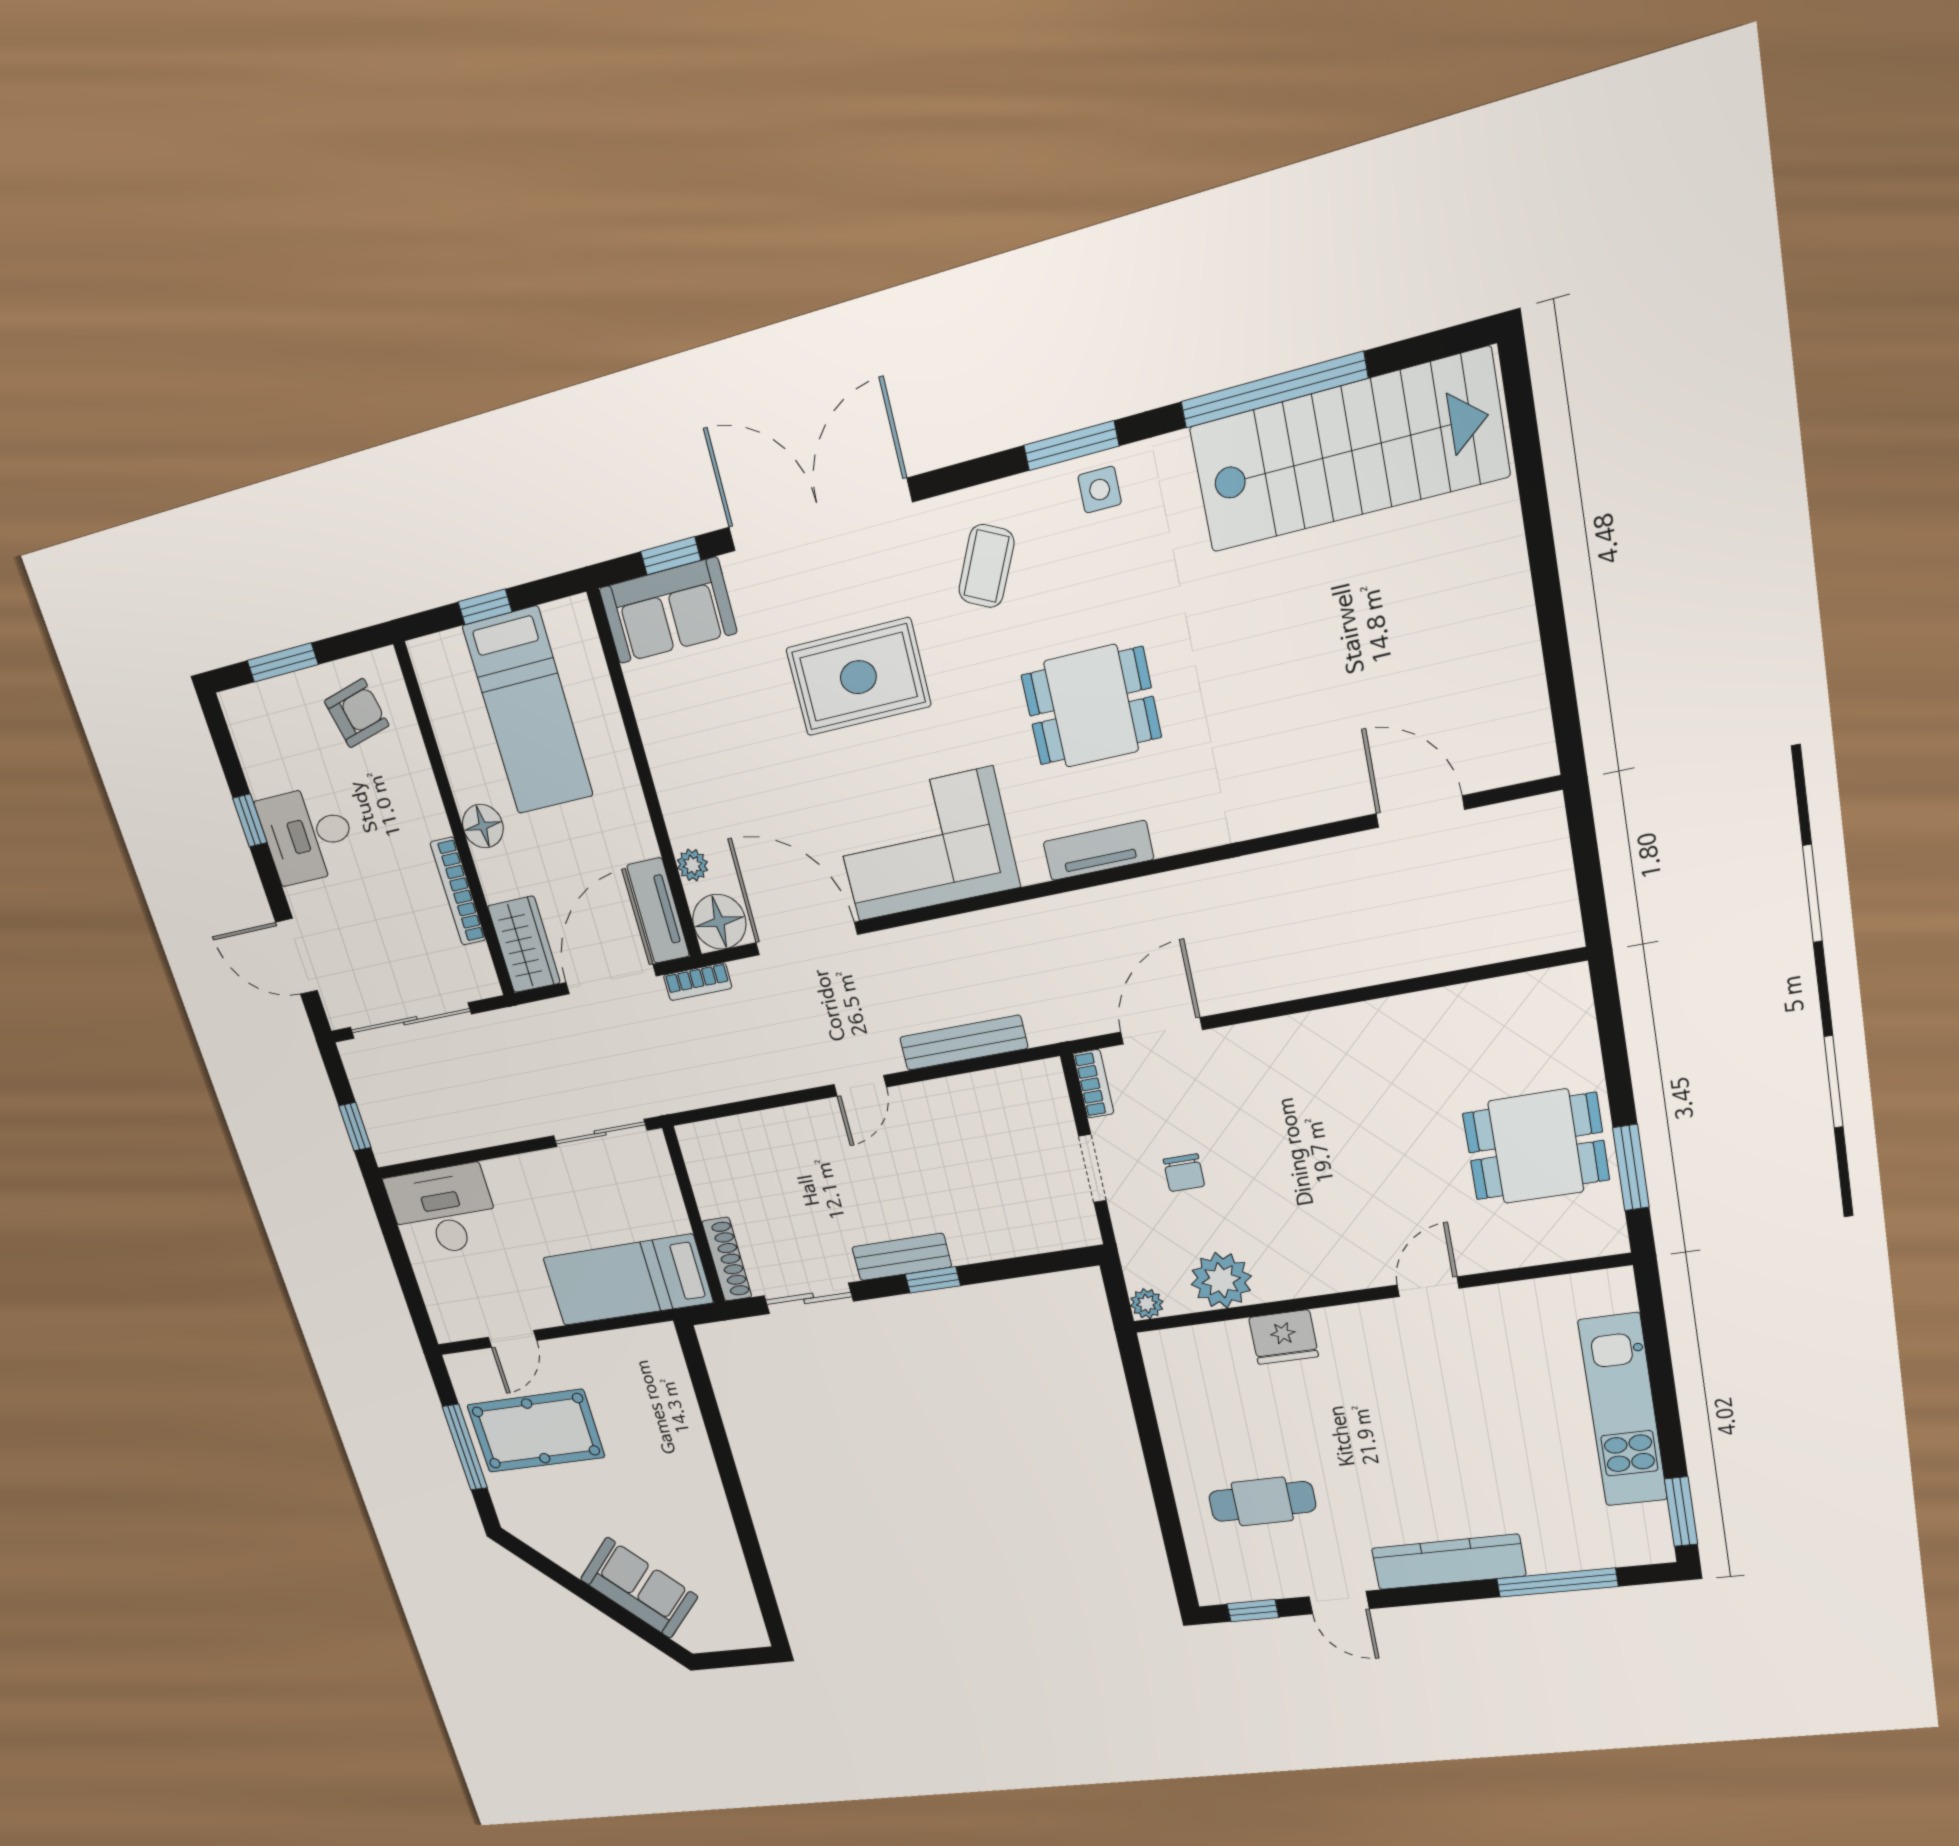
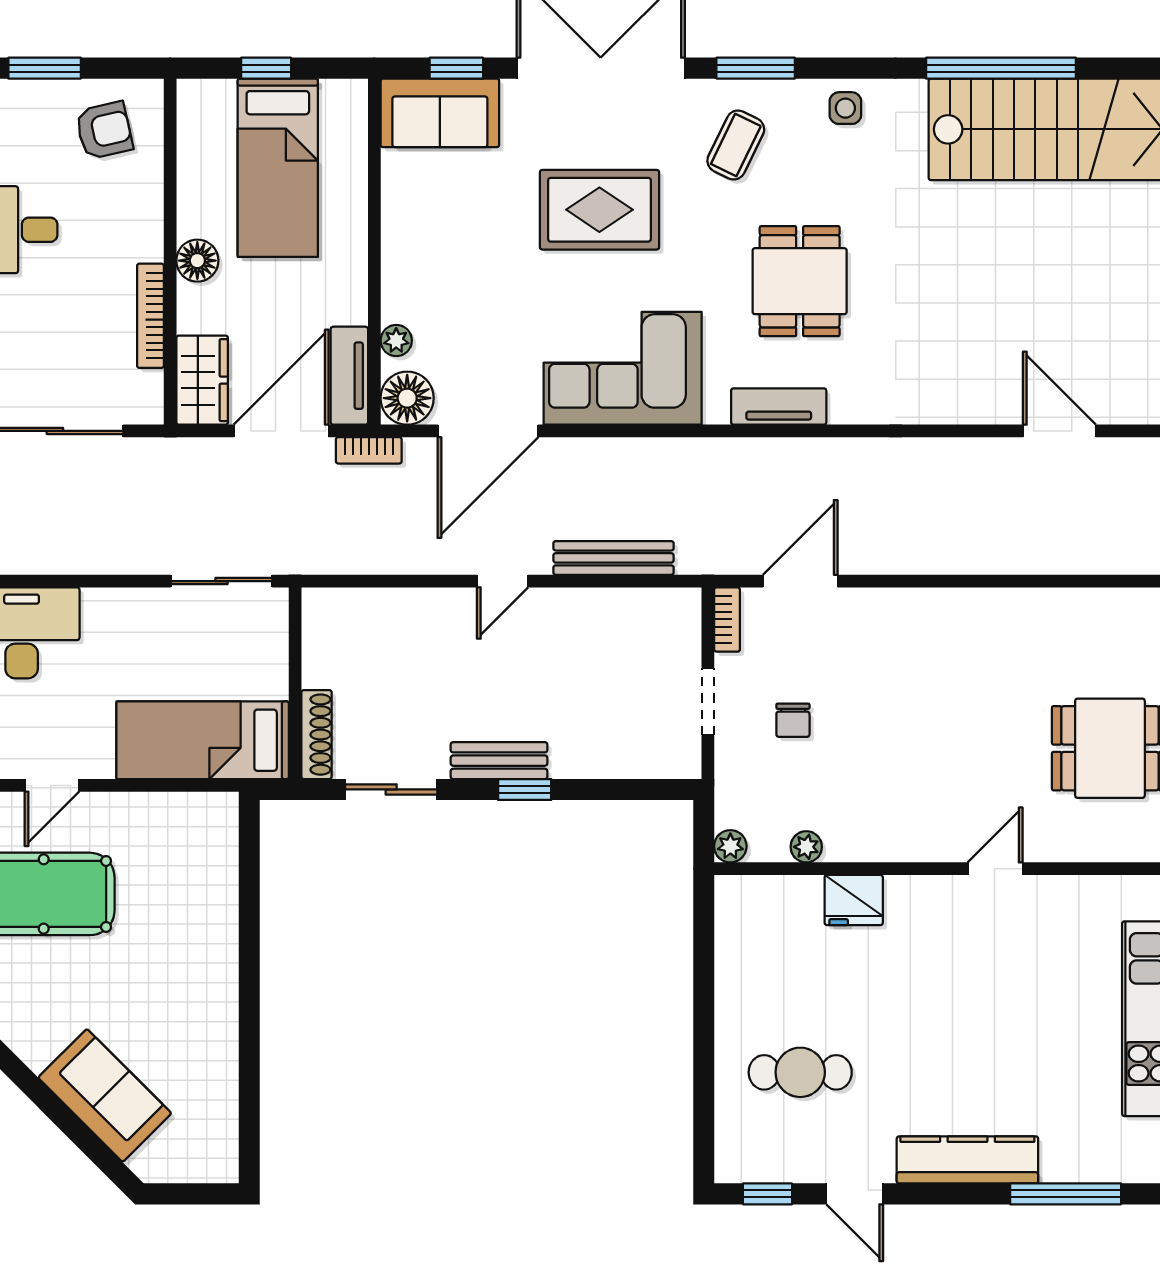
window: (1071, 446) -> (756, 68), moved
dining table: (1091, 706) -> (800, 281), turned 90
door: (806, 939) -> (488, 431), swing flipped
plant: (1221, 1280) -> (806, 847), width x0.53, depth x0.53

